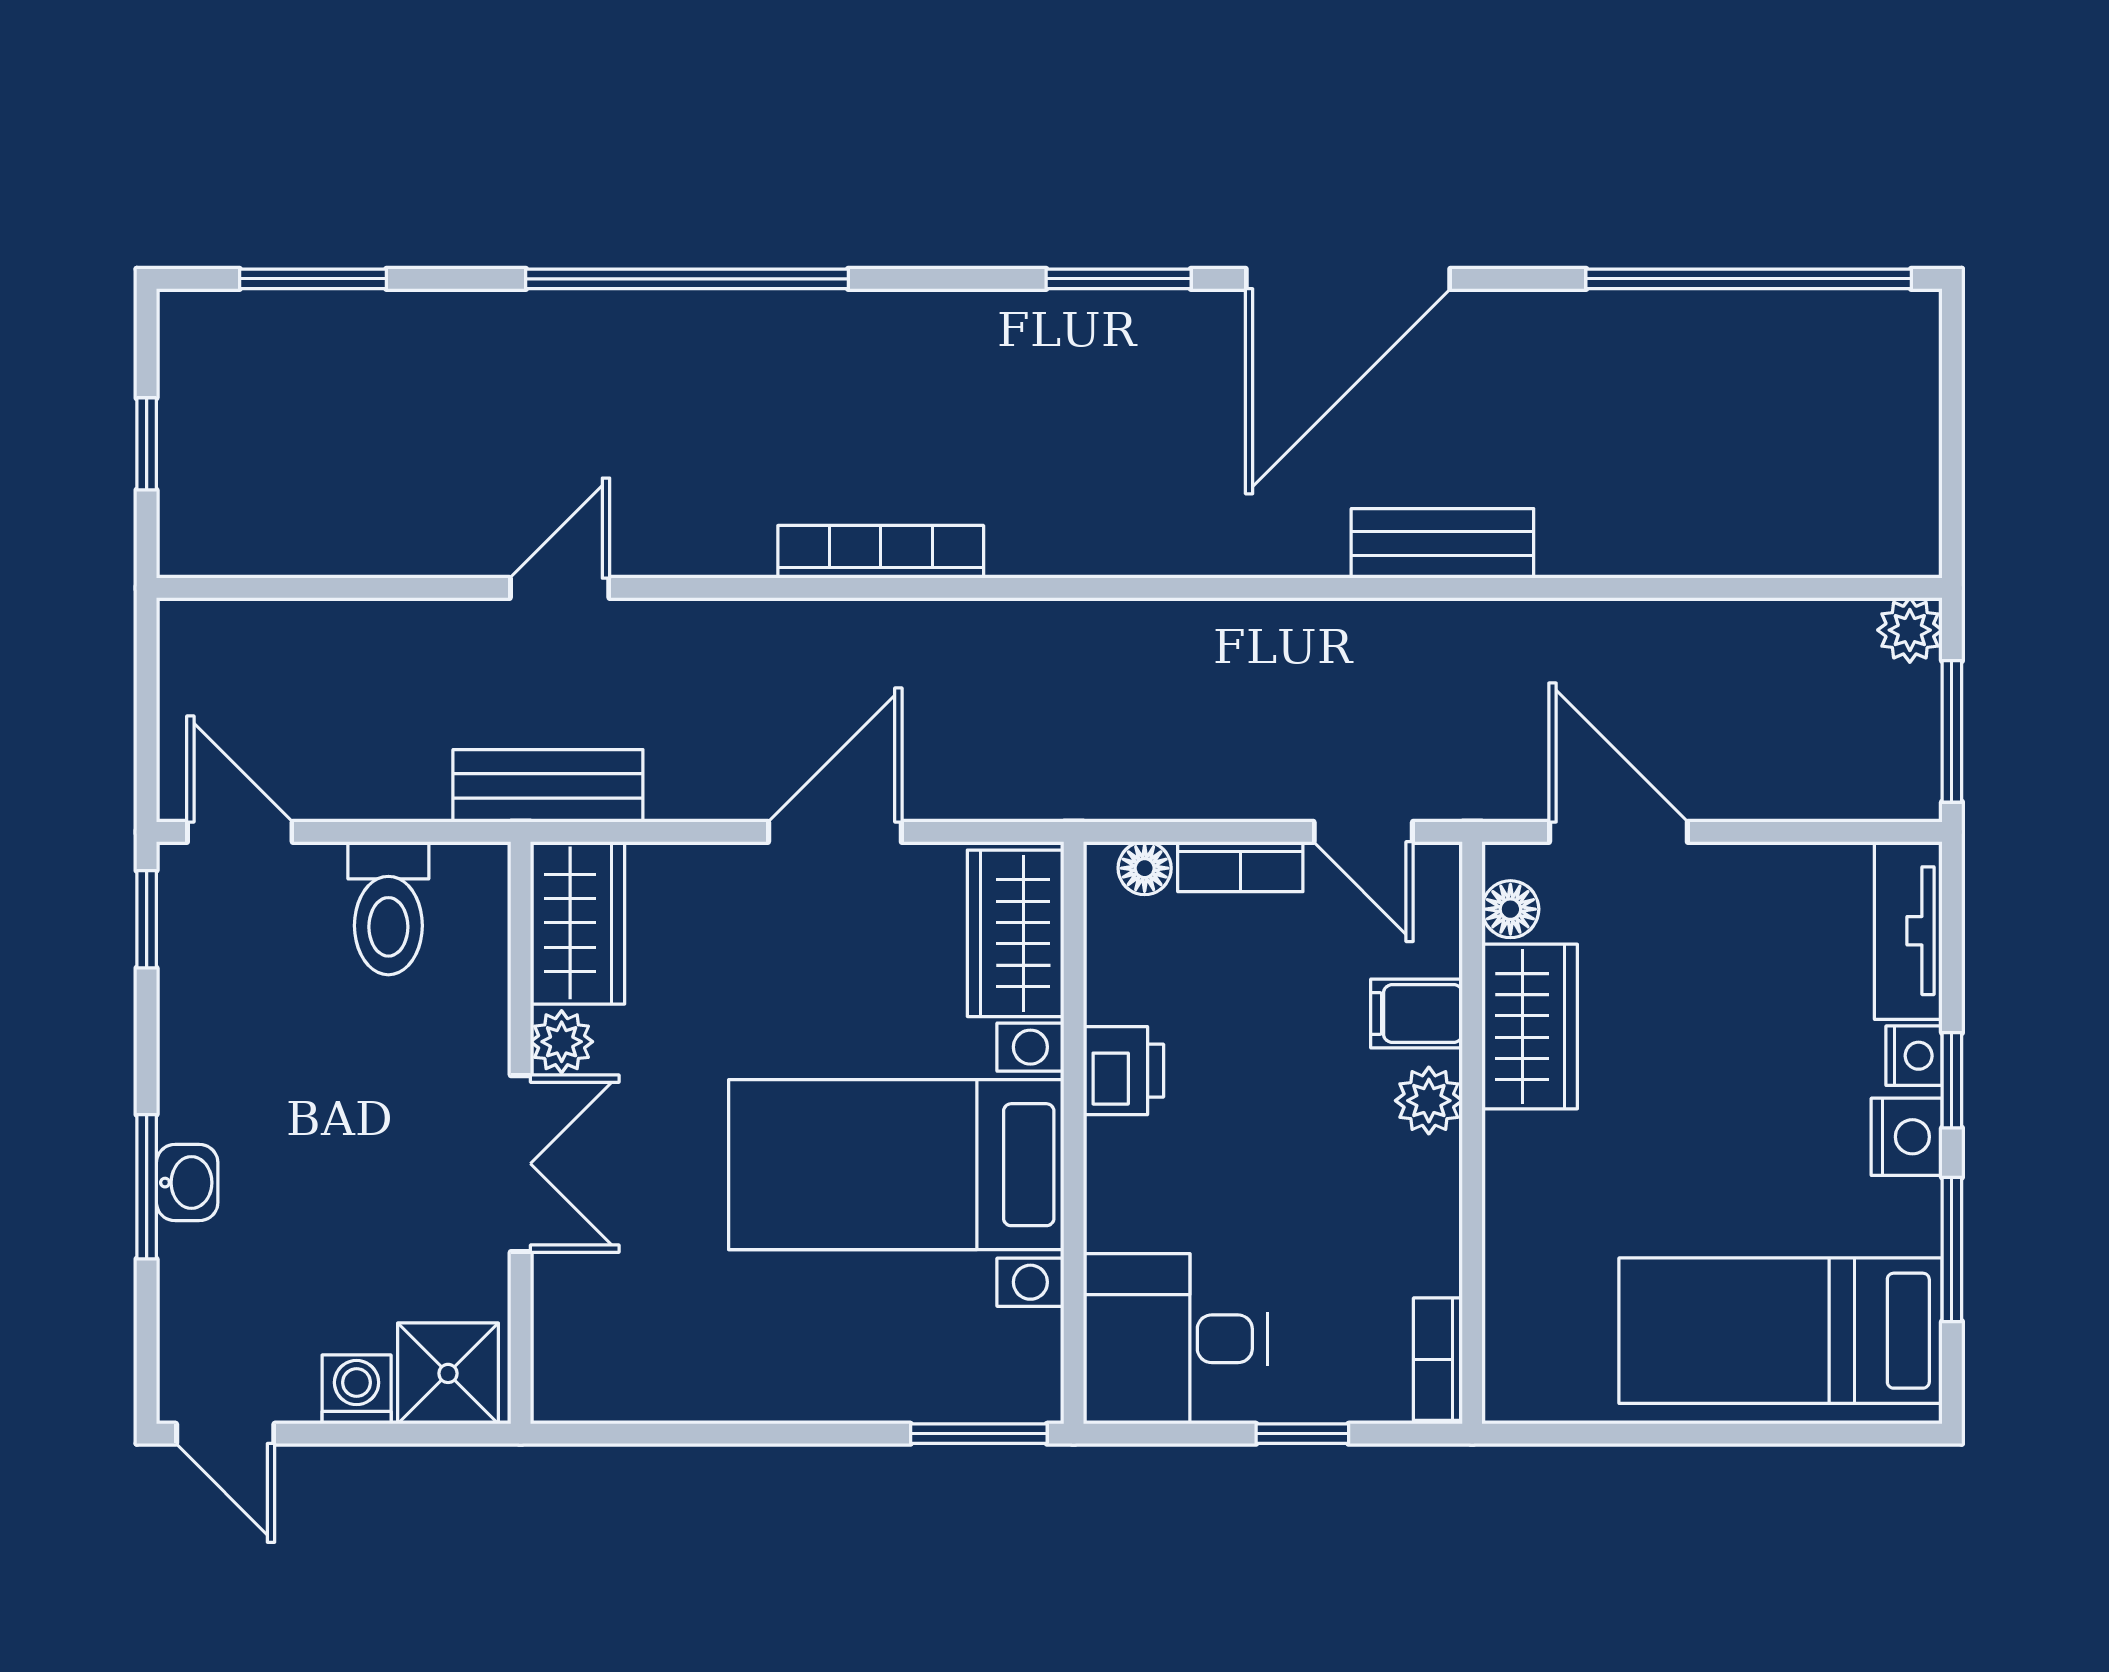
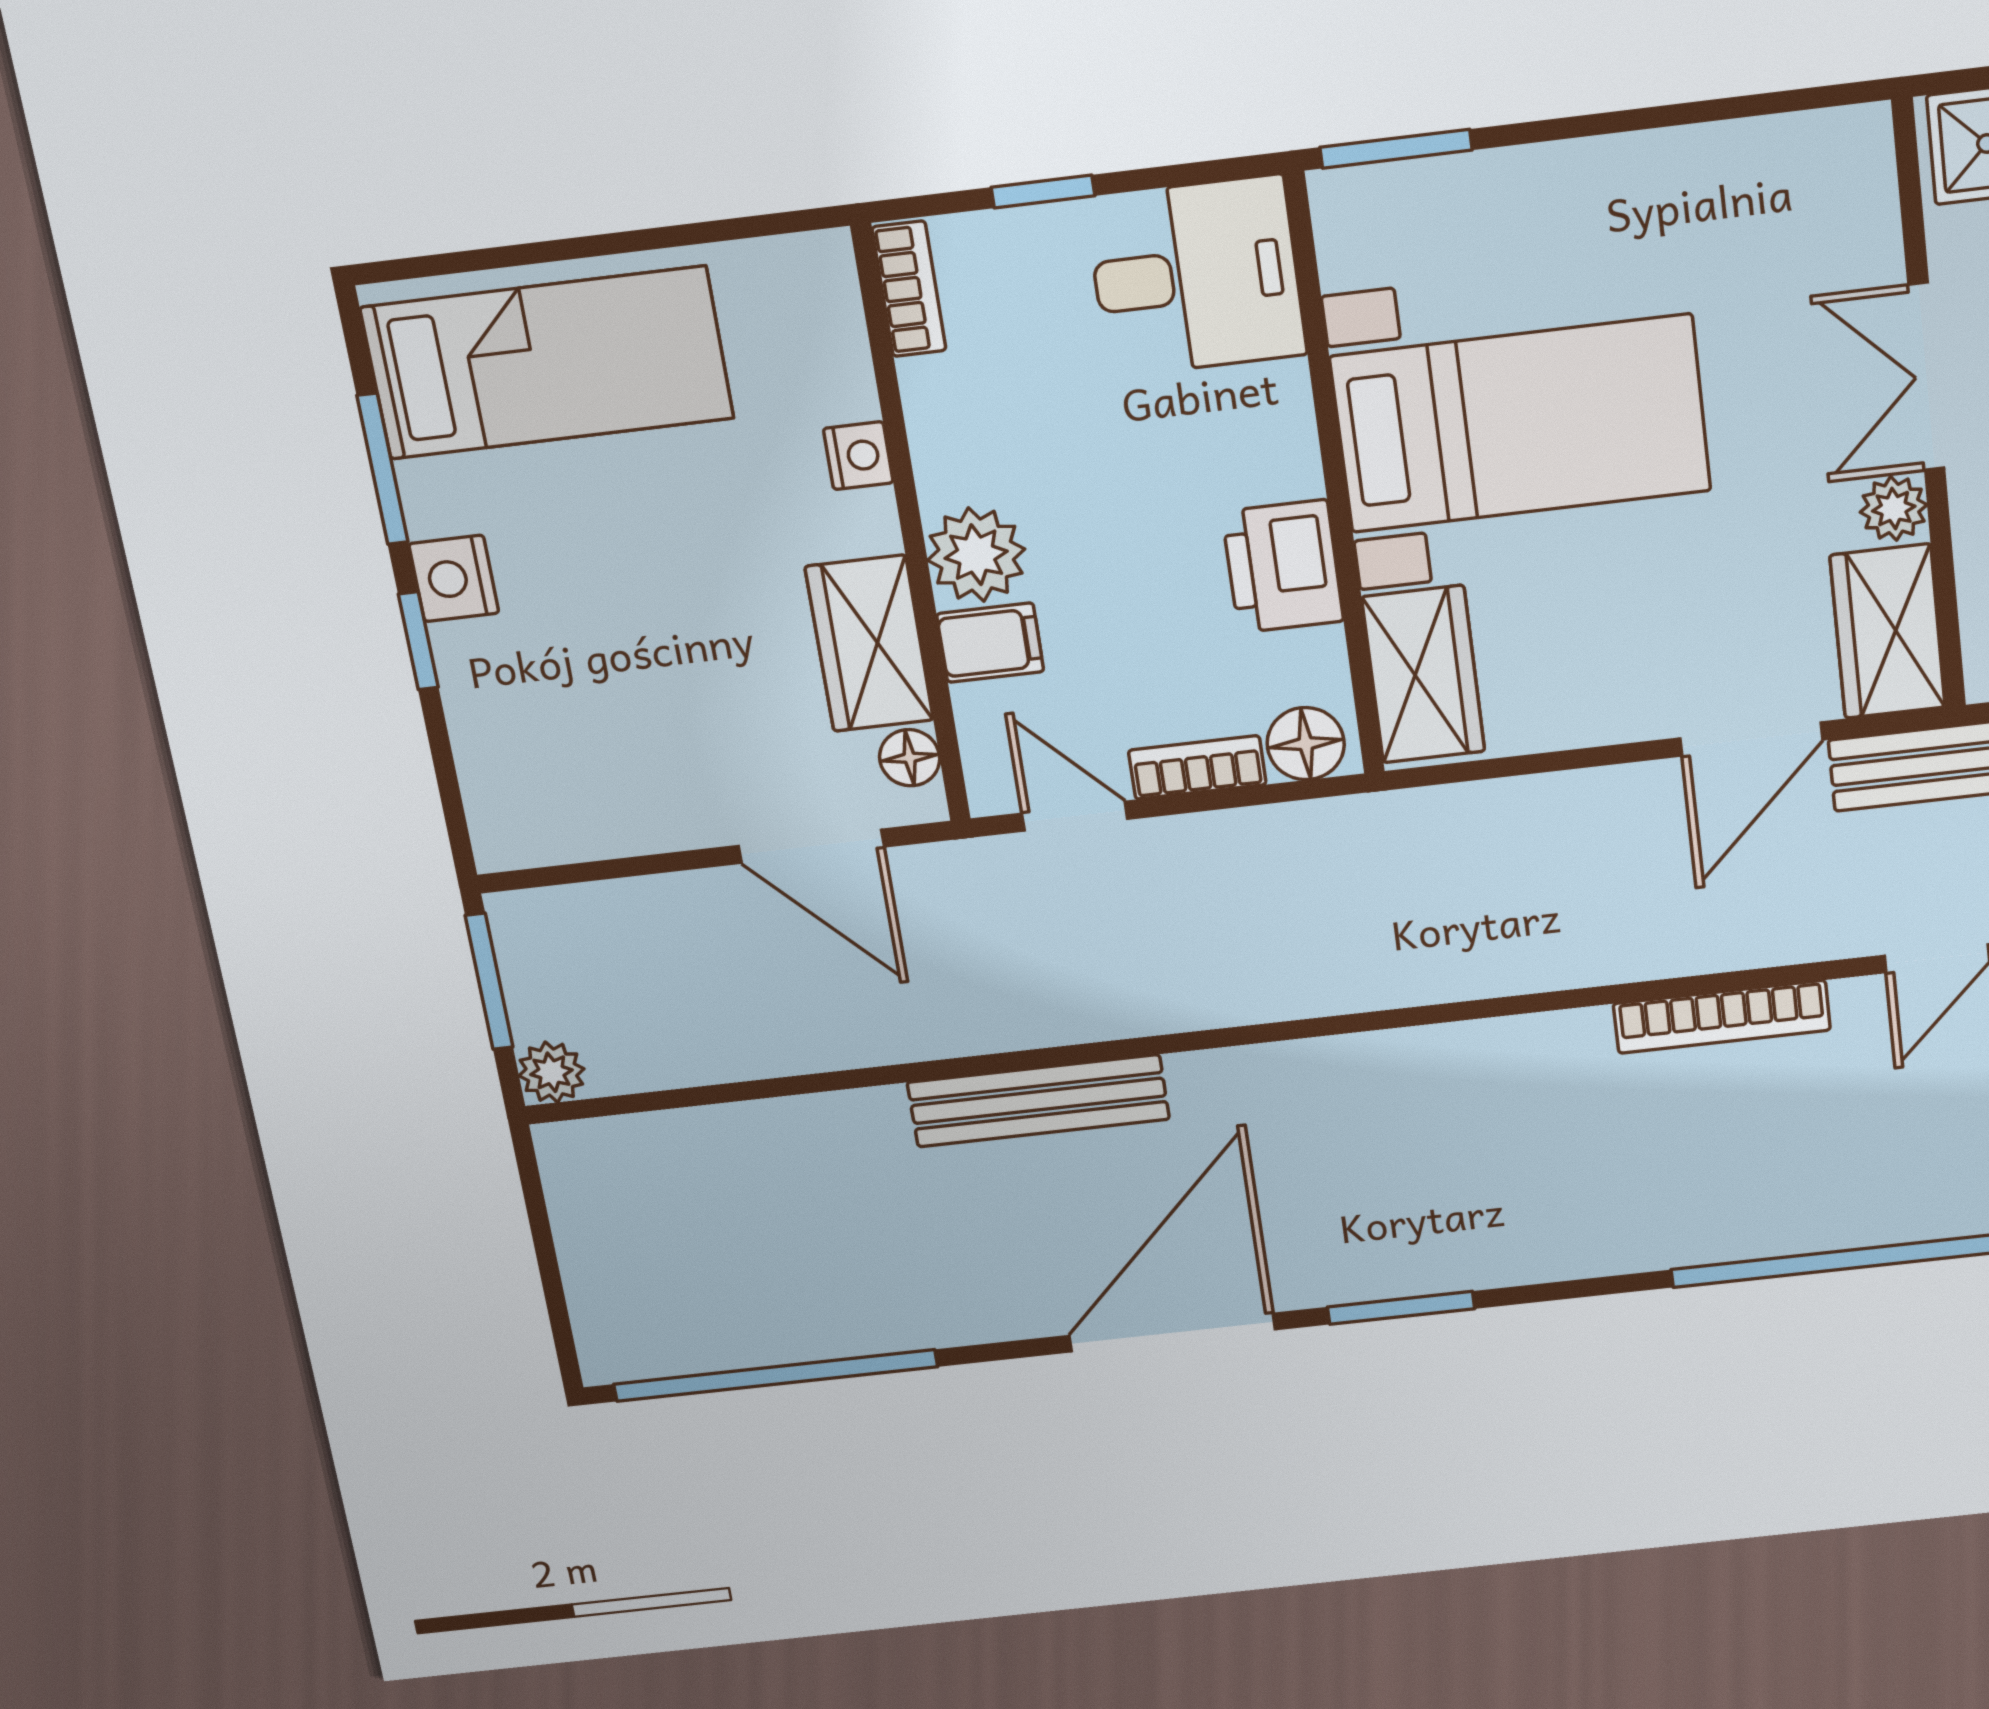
bench: (1442, 543) -> (1038, 1101), width x1.36
bookcase: (881, 552) -> (1722, 1017), moved
door: (835, 832) -> (1751, 739), moved
floor lamp: (1145, 868) -> (1306, 744), width x1.37, depth x1.37
tv unit: (1908, 931) -> (494, 784), removed
nightstand: (1914, 1056) -> (858, 456), moved, turned 180
printer: (1123, 1071) -> (1283, 566), width x1.36, depth x1.24
plant: (1429, 1101) -> (976, 555), width x1.38, depth x1.38

